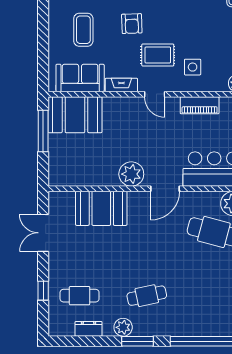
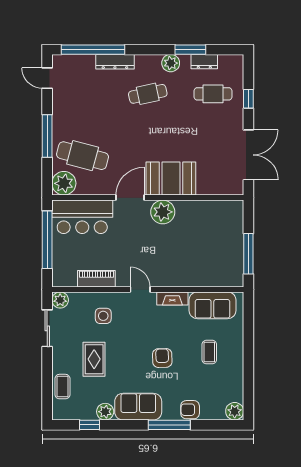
coffee table: (83, 30) -> (209, 352), width x0.73, depth x0.77
rug: (158, 55) -> (94, 359), moved, turned 90
booth: (75, 115) -> (217, 270), removed
booth: (101, 208) -> (171, 179), moved
double door: (43, 233) -> (248, 155), width x1.37
dresser: (180, 329) -> (115, 62), added
window: (137, 341) -> (190, 50), moved

